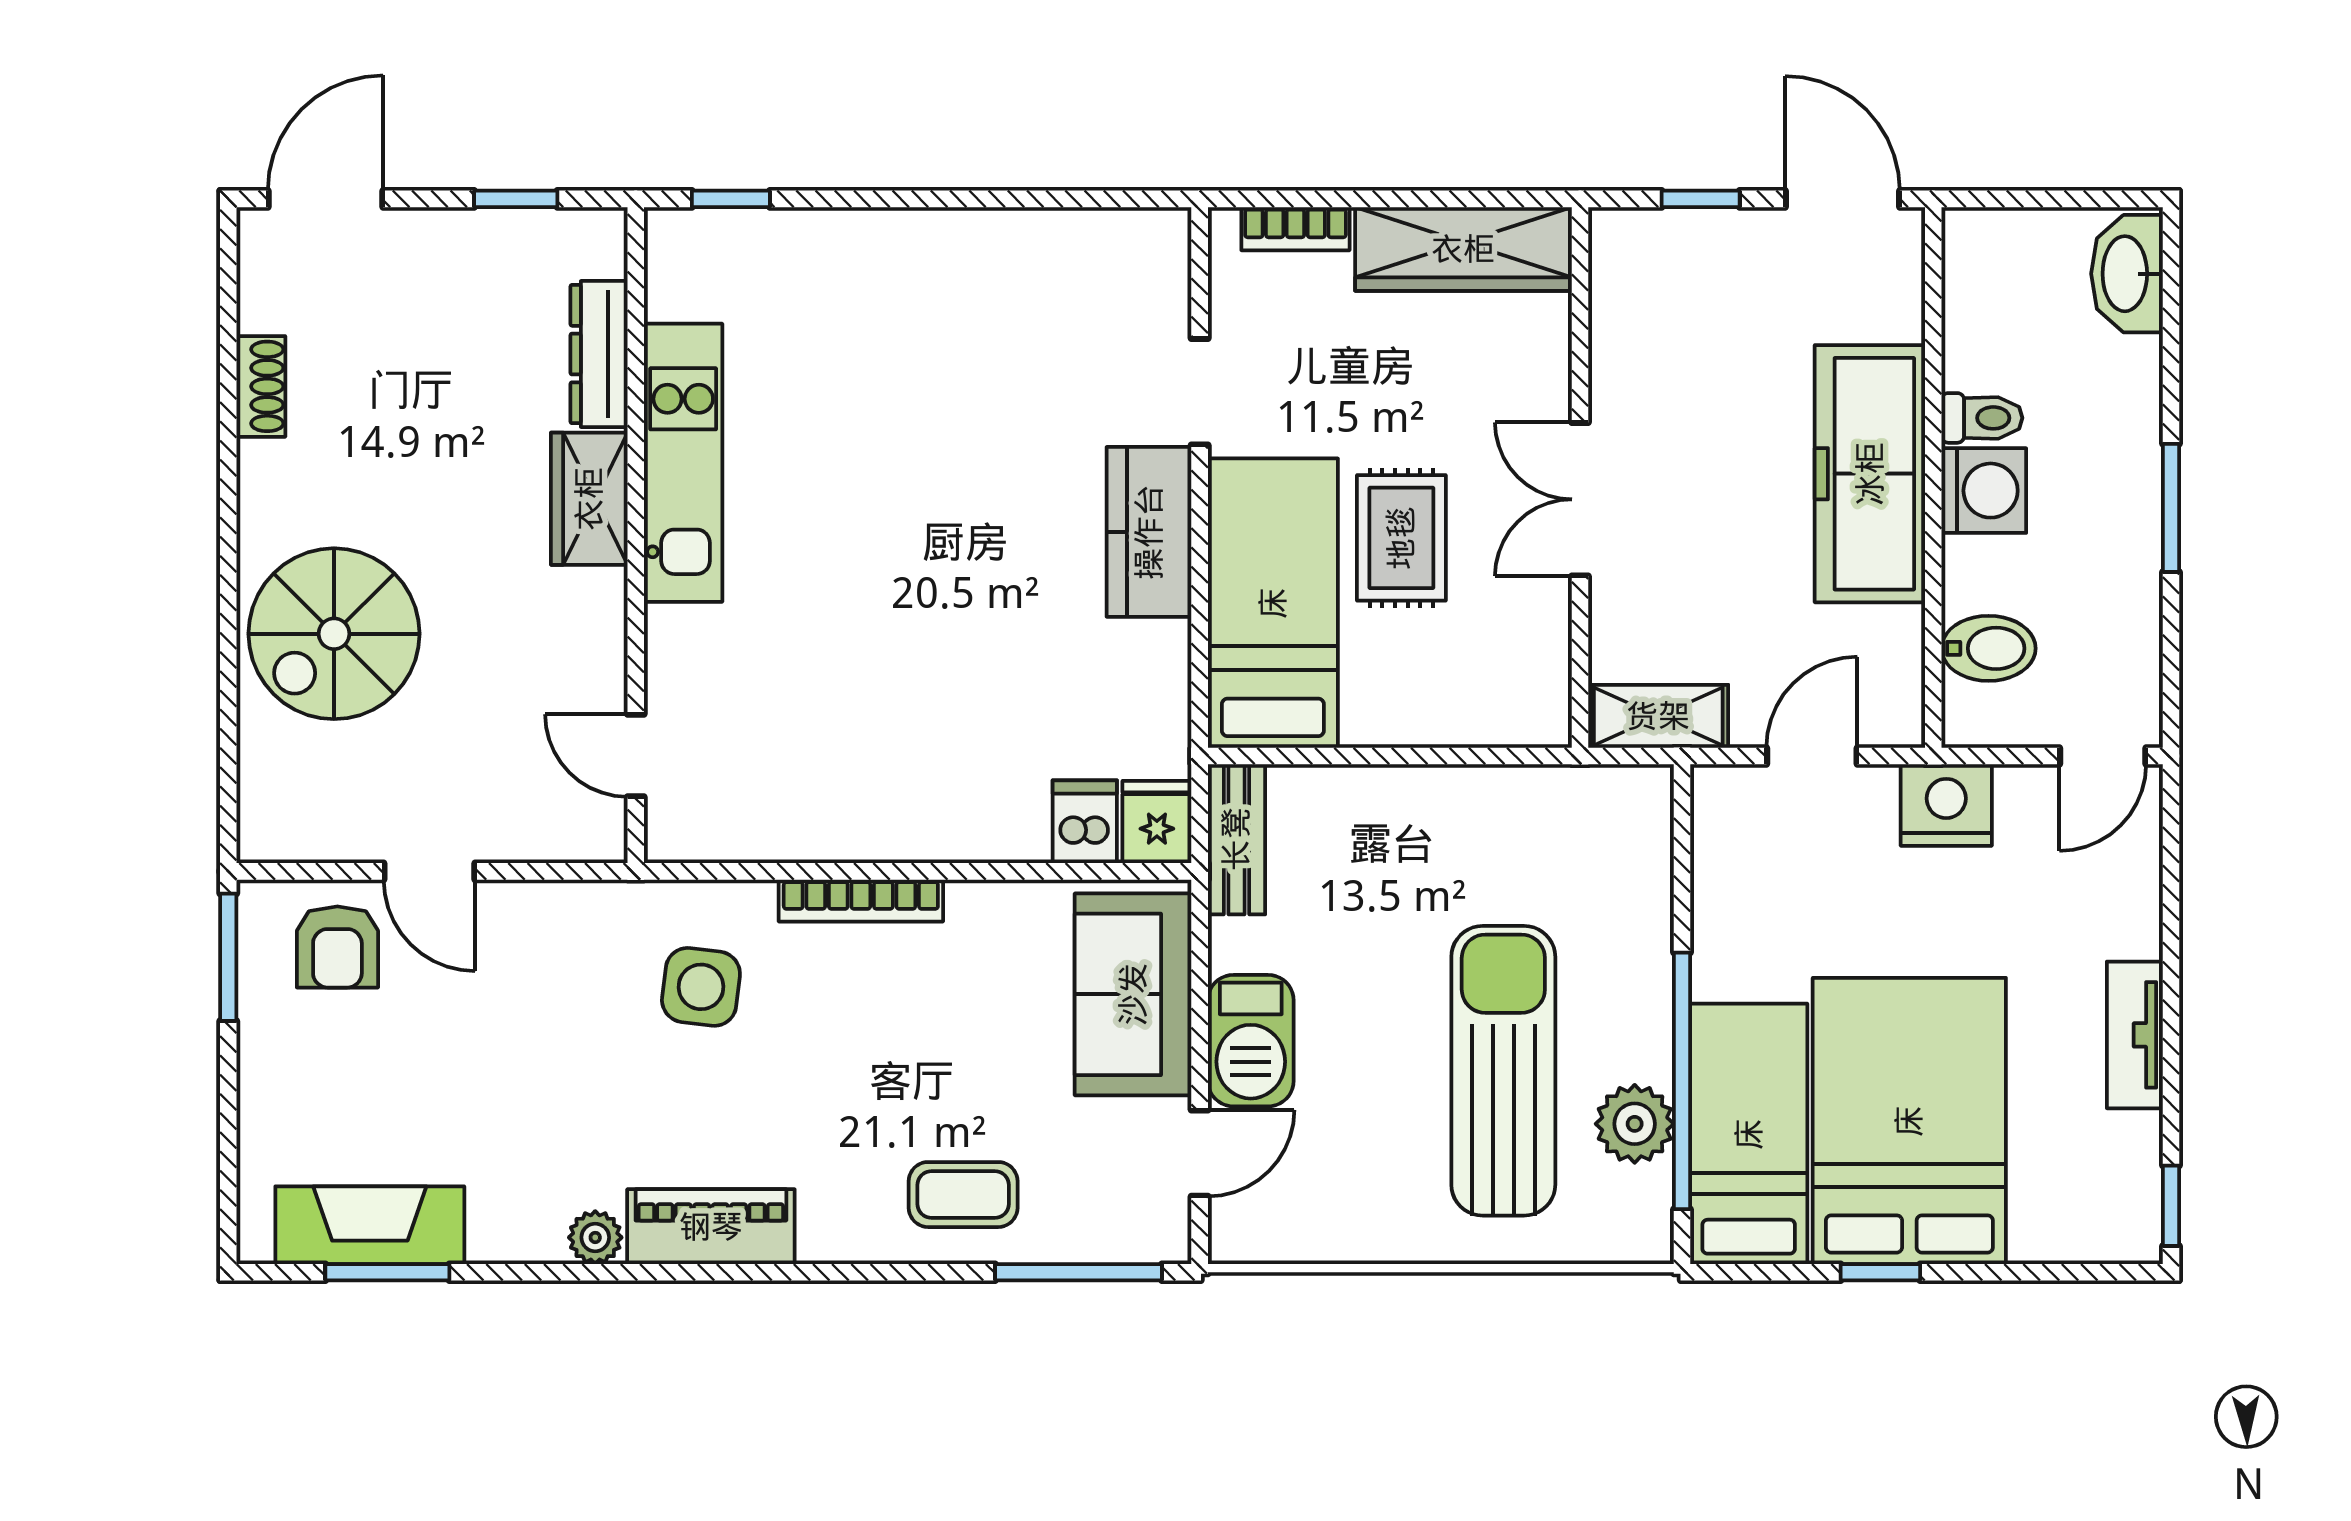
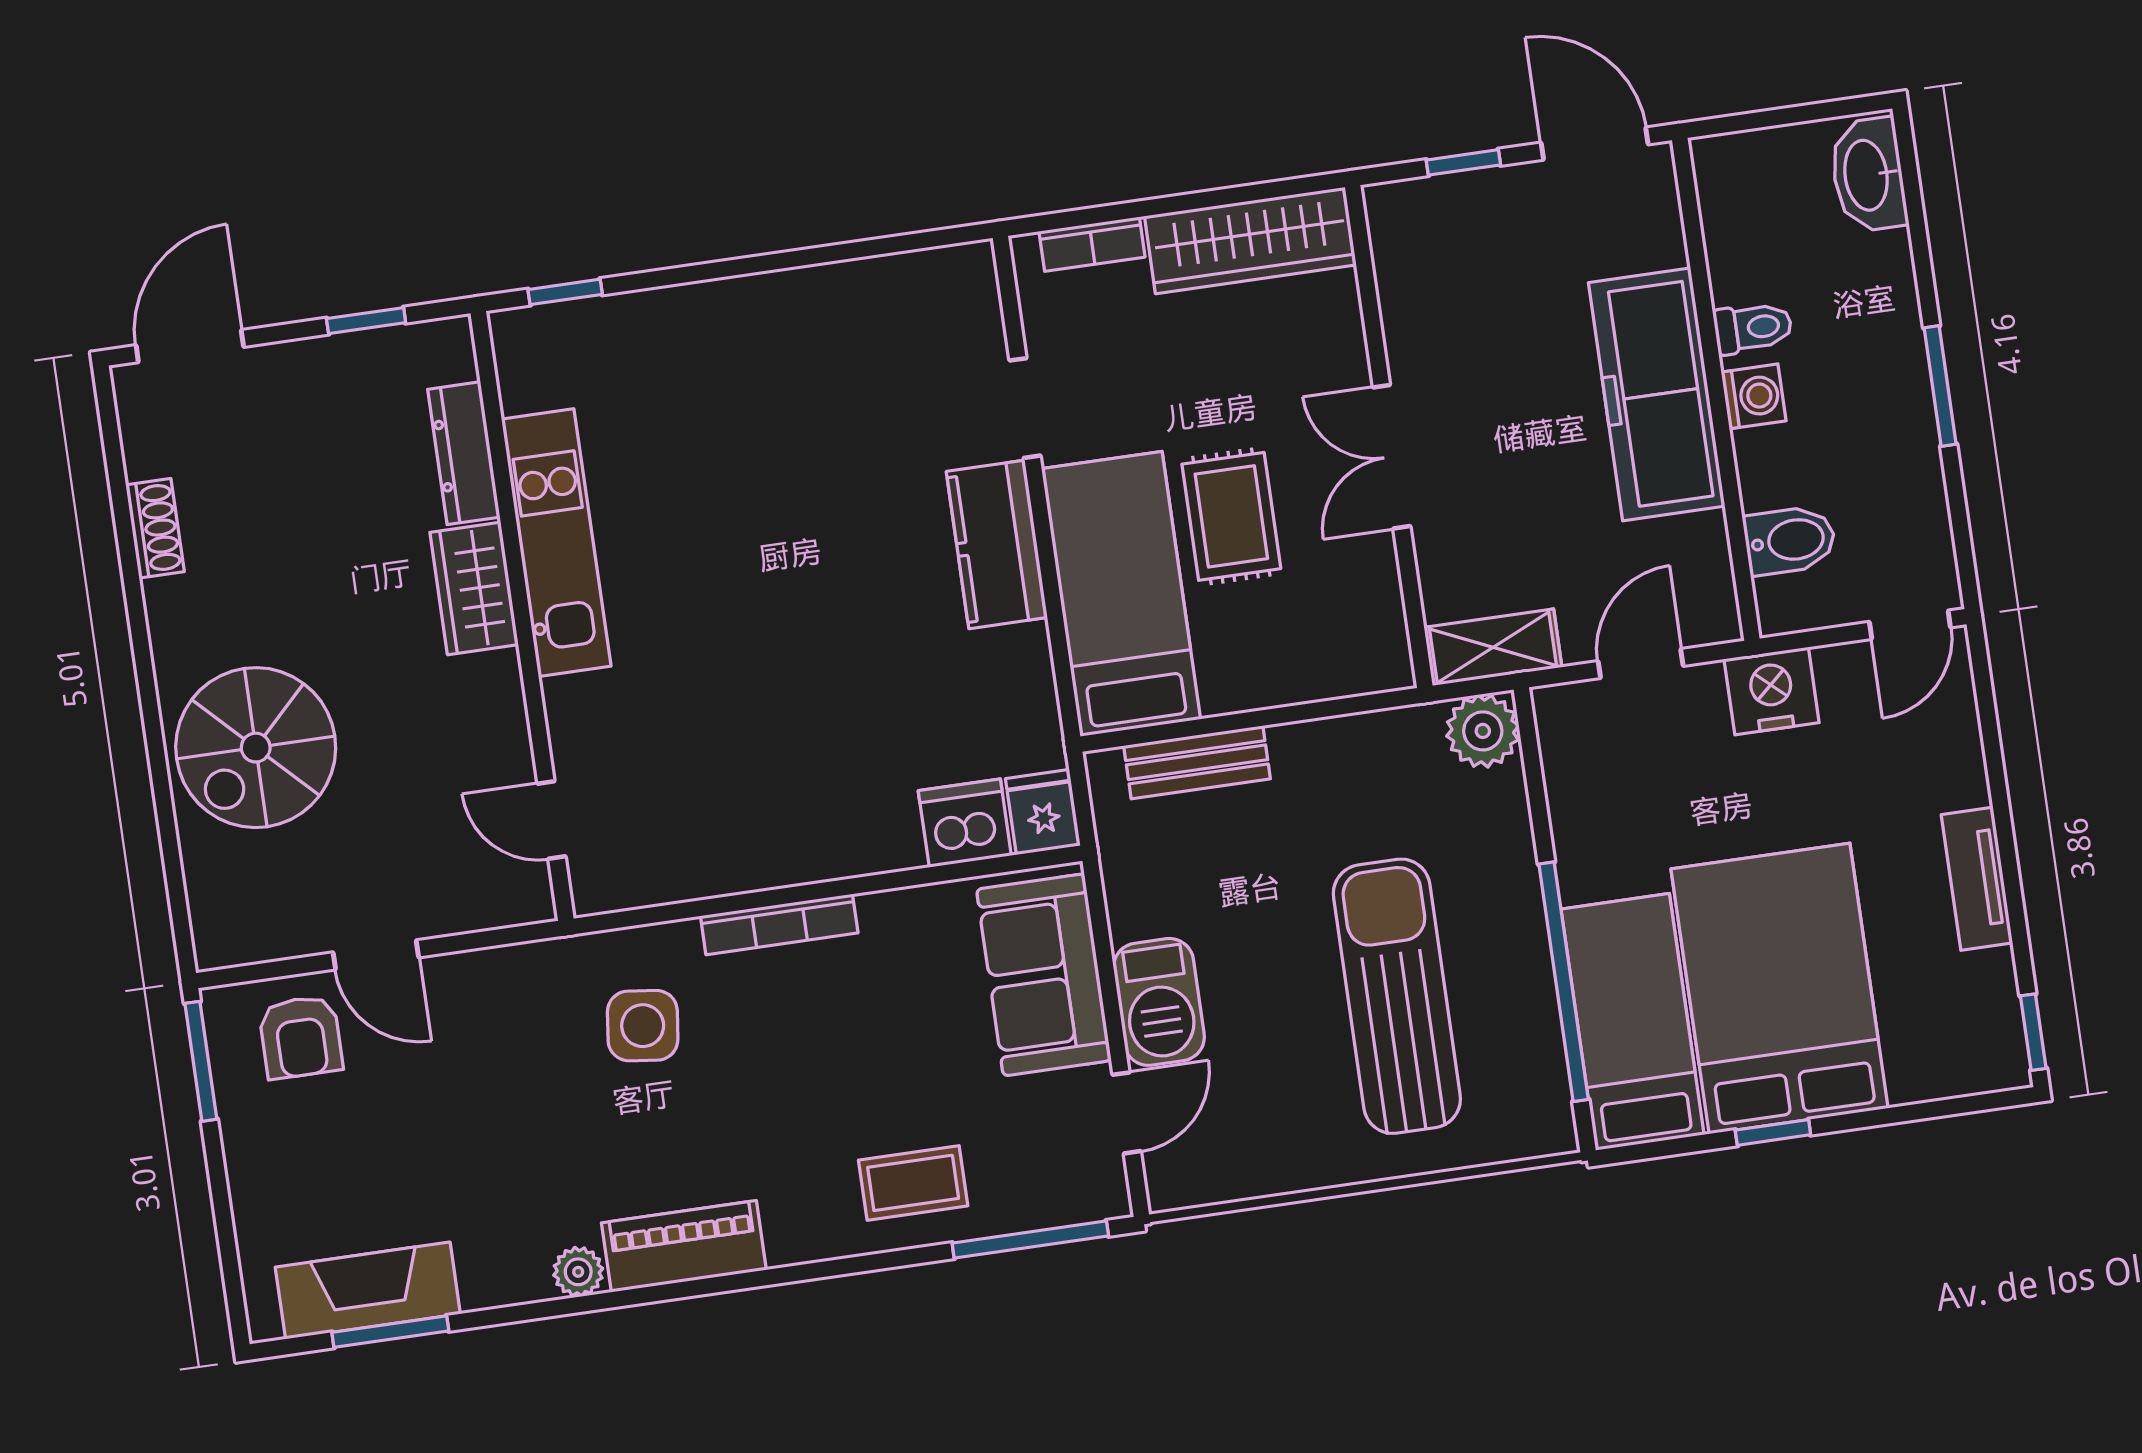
washing machine: (1984, 491) -> (1754, 396), width x0.73, depth x0.73
dishwasher: (1085, 822) -> (965, 823), width x1.38
bench: (1236, 839) -> (1197, 762), moved, turned 90
plant: (1635, 1124) -> (1483, 731), moved

